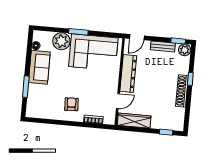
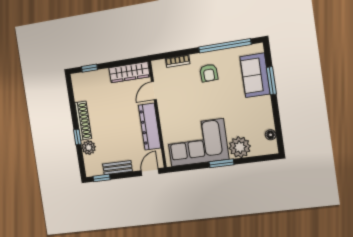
plant: (185, 50) -> (89, 148), moved
sofa: (39, 67) -> (255, 75), moved
window: (54, 122) -> (225, 46), added

